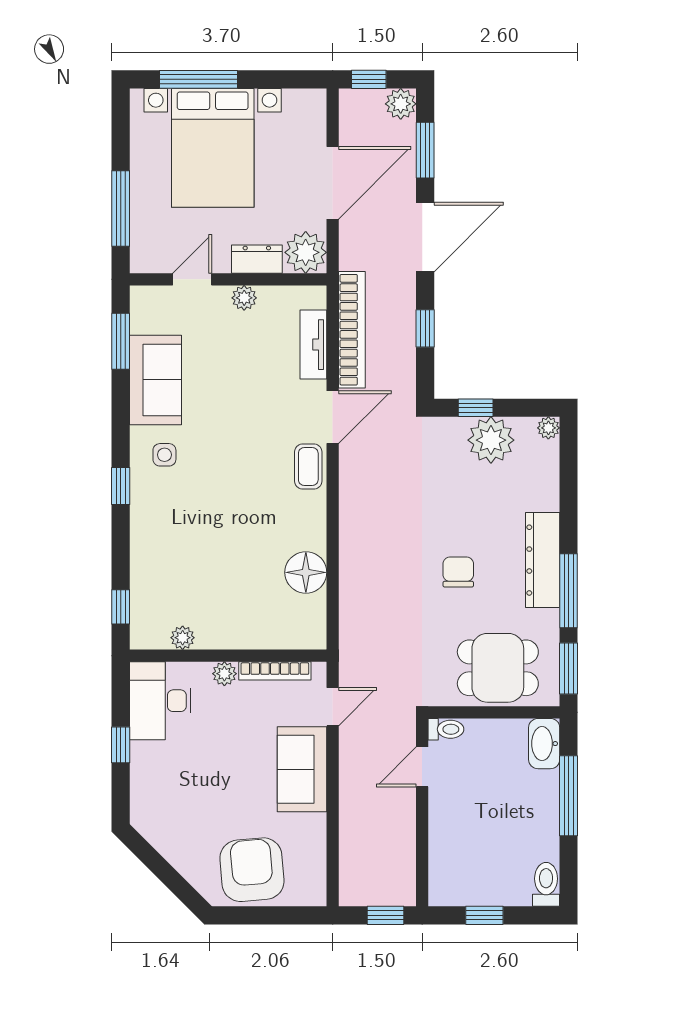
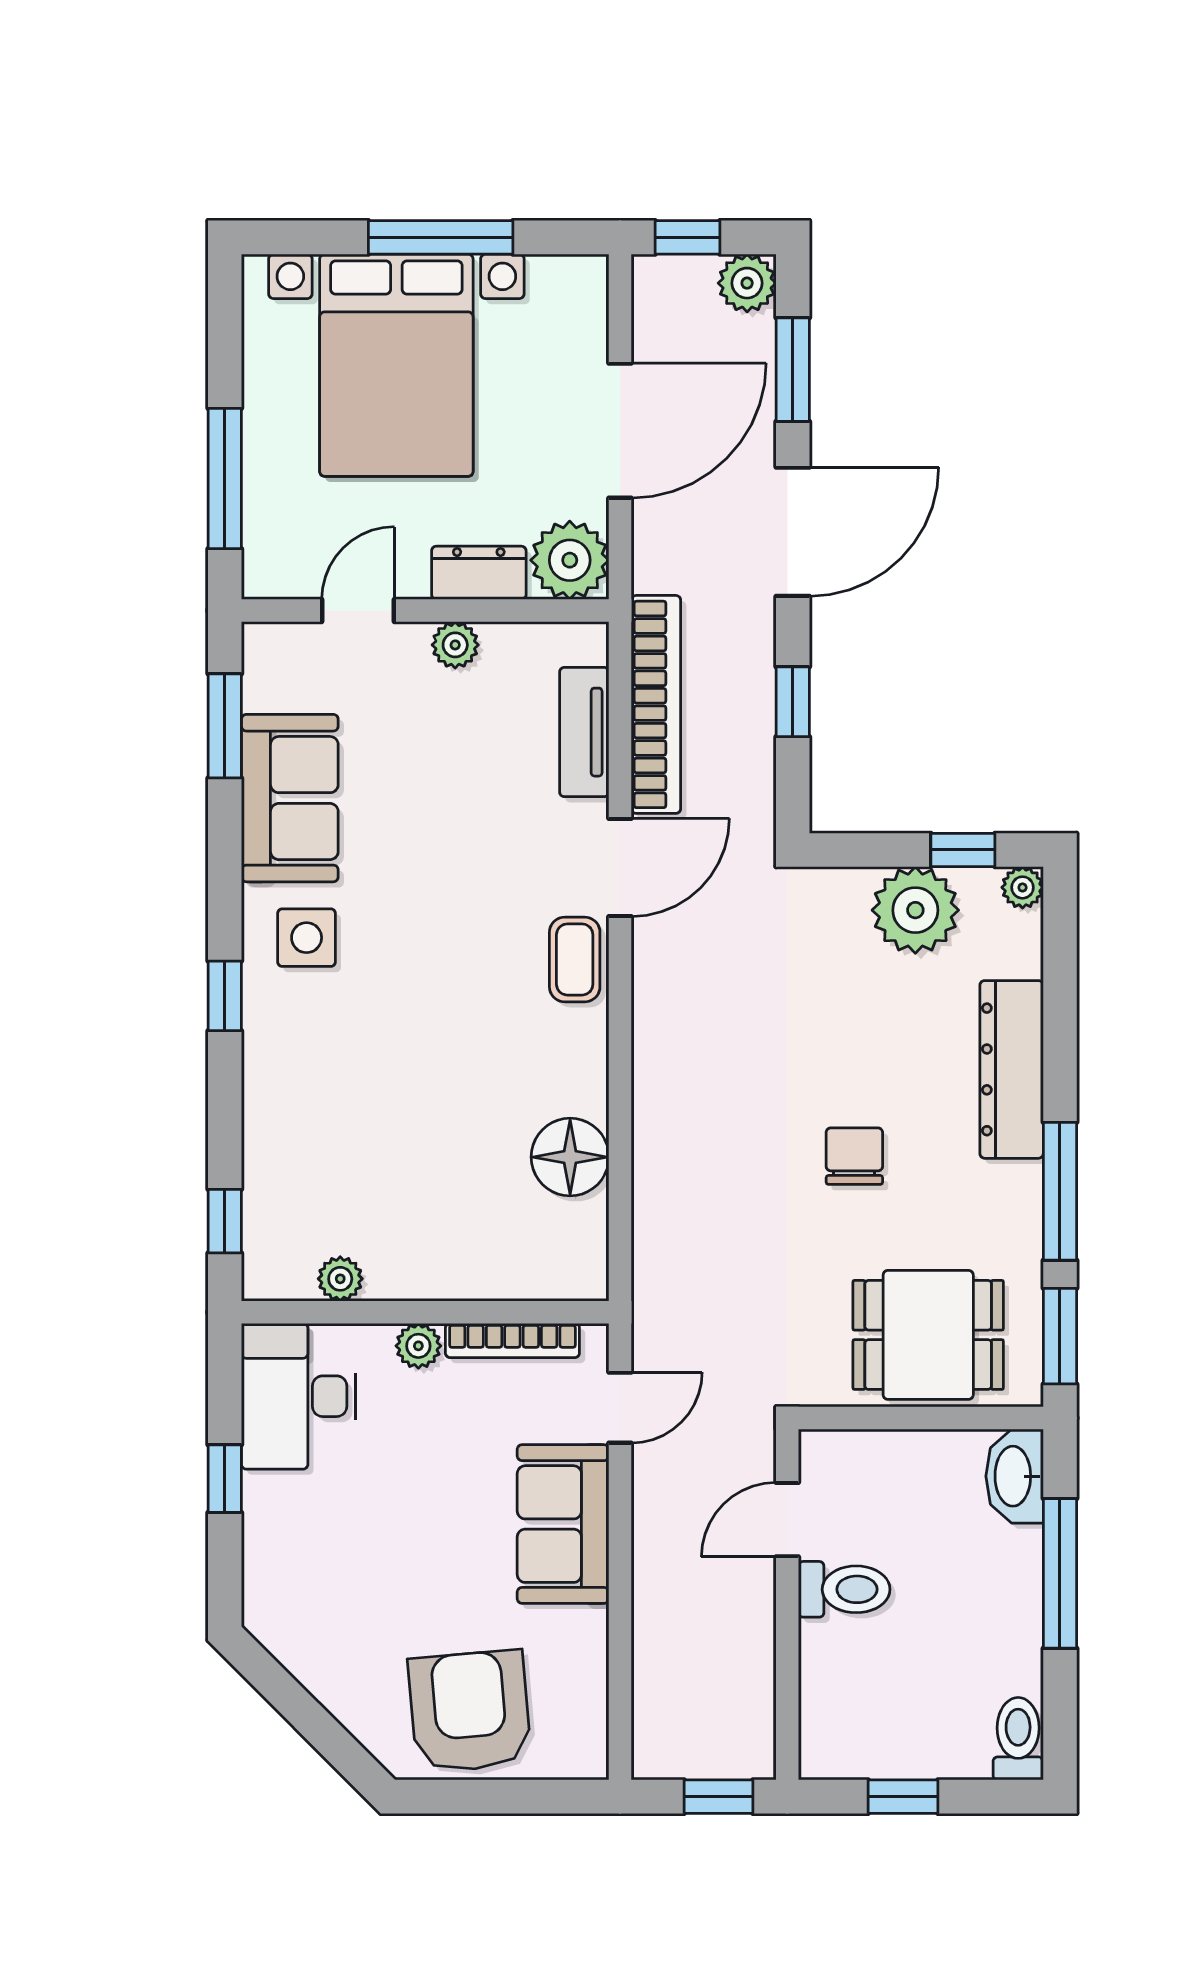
window: (199, 79) -> (441, 237), moved
window: (476, 408) -> (963, 850), moved
side table: (164, 455) -> (307, 938), width x1.37, depth x1.37
dresser: (543, 560) -> (1012, 1069), moved
toilet: (446, 729) -> (844, 1589), moved, width x1.37, depth x1.39

